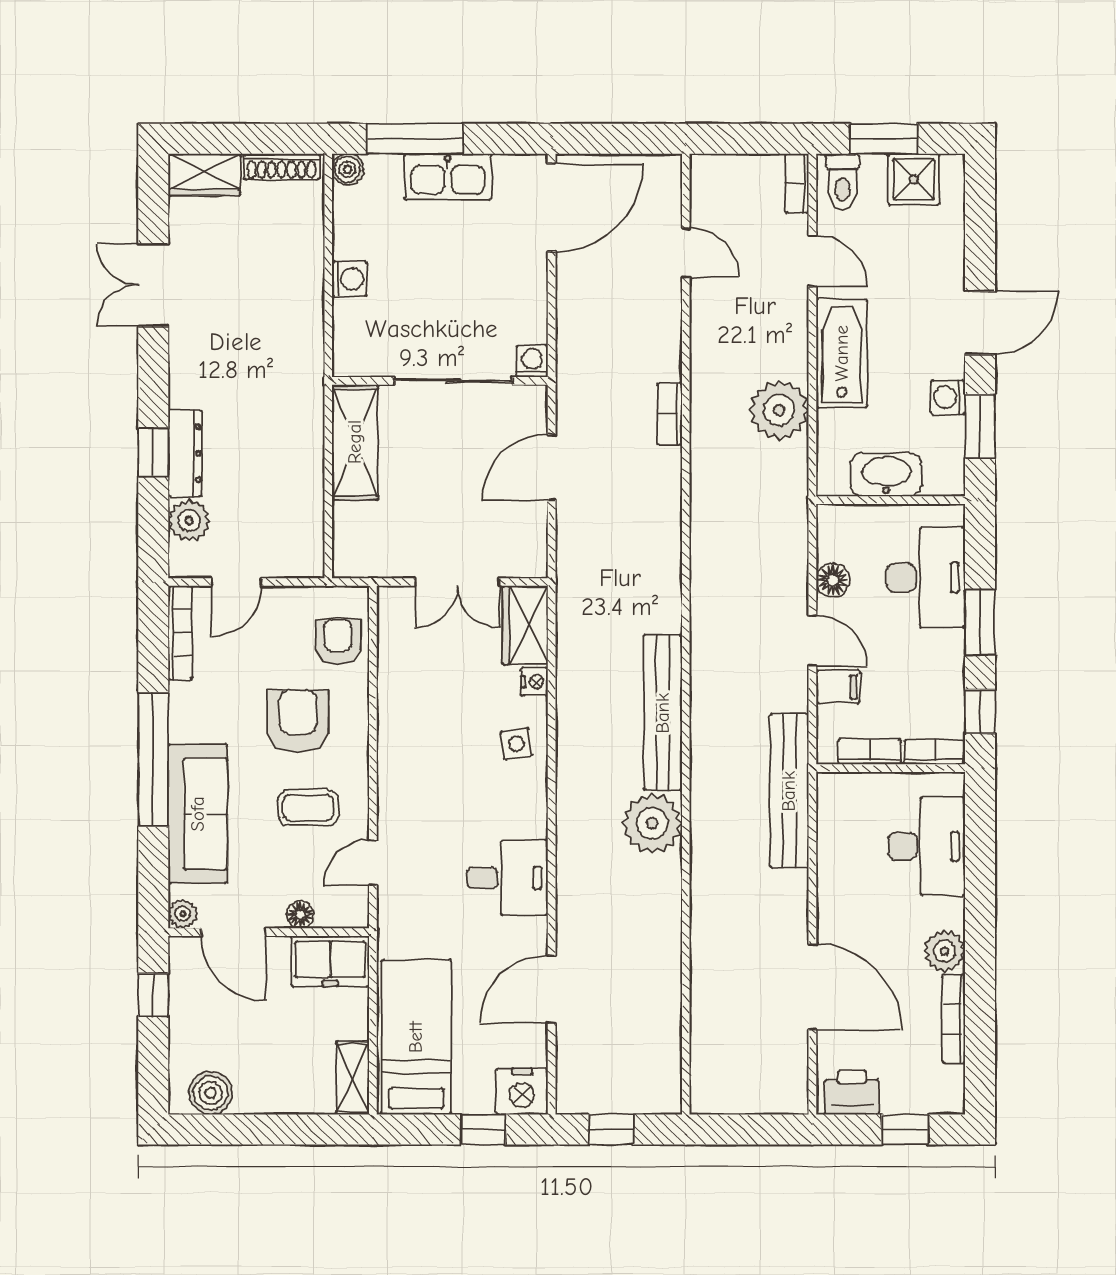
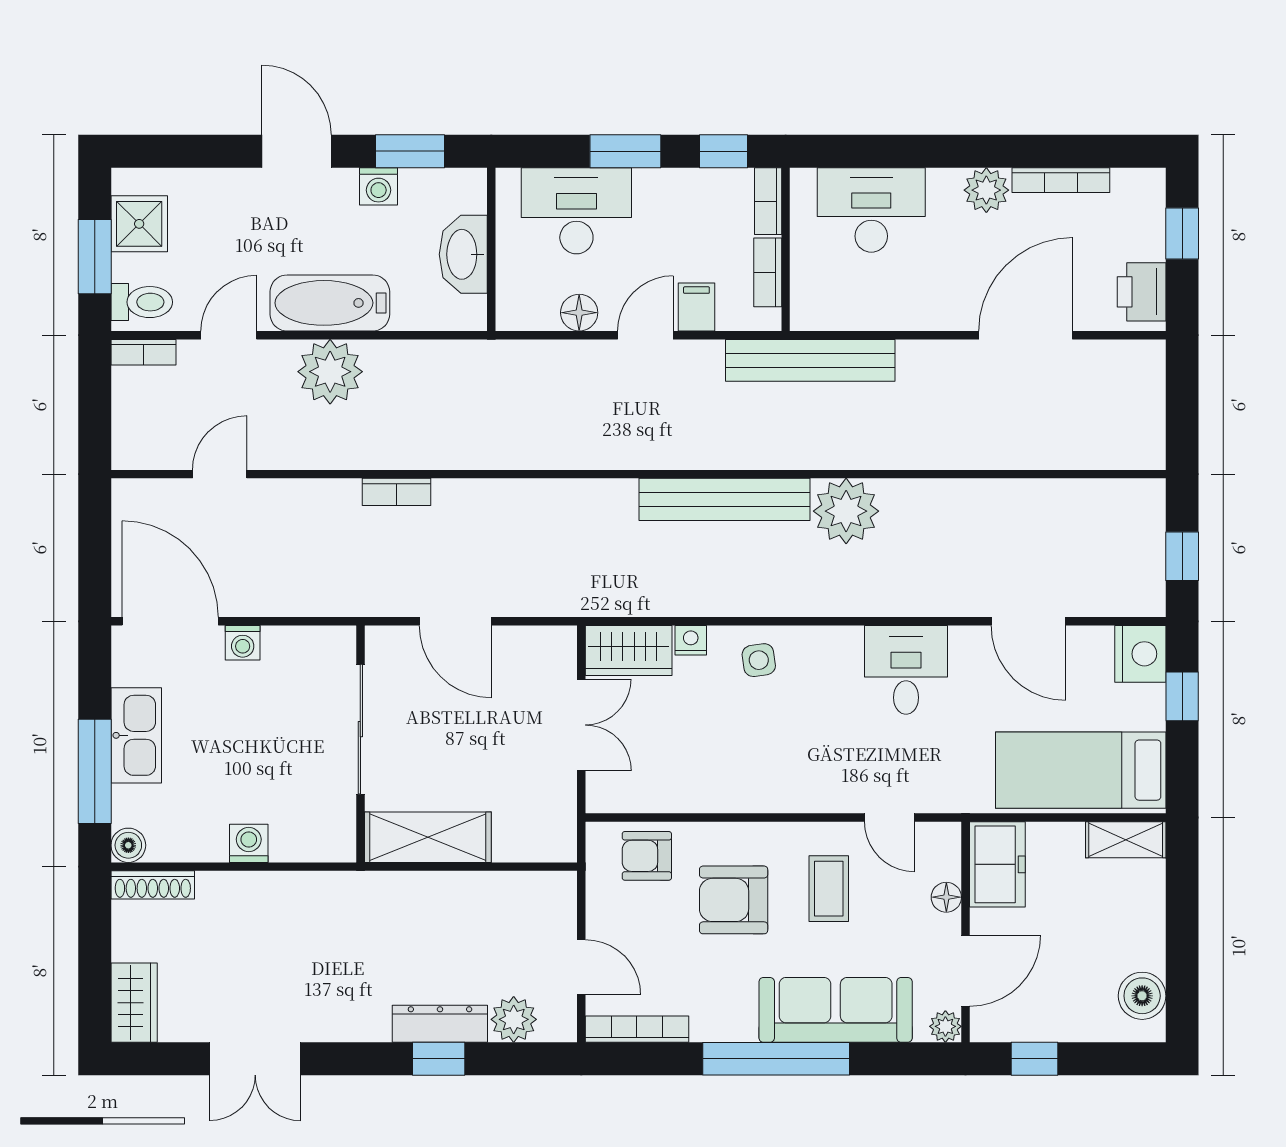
shoe rack: (281, 167) -> (153, 885), moved, turned 90
washing machine: (532, 361) -> (243, 643), moved, turned -90
plant: (779, 410) -> (330, 372), moved

